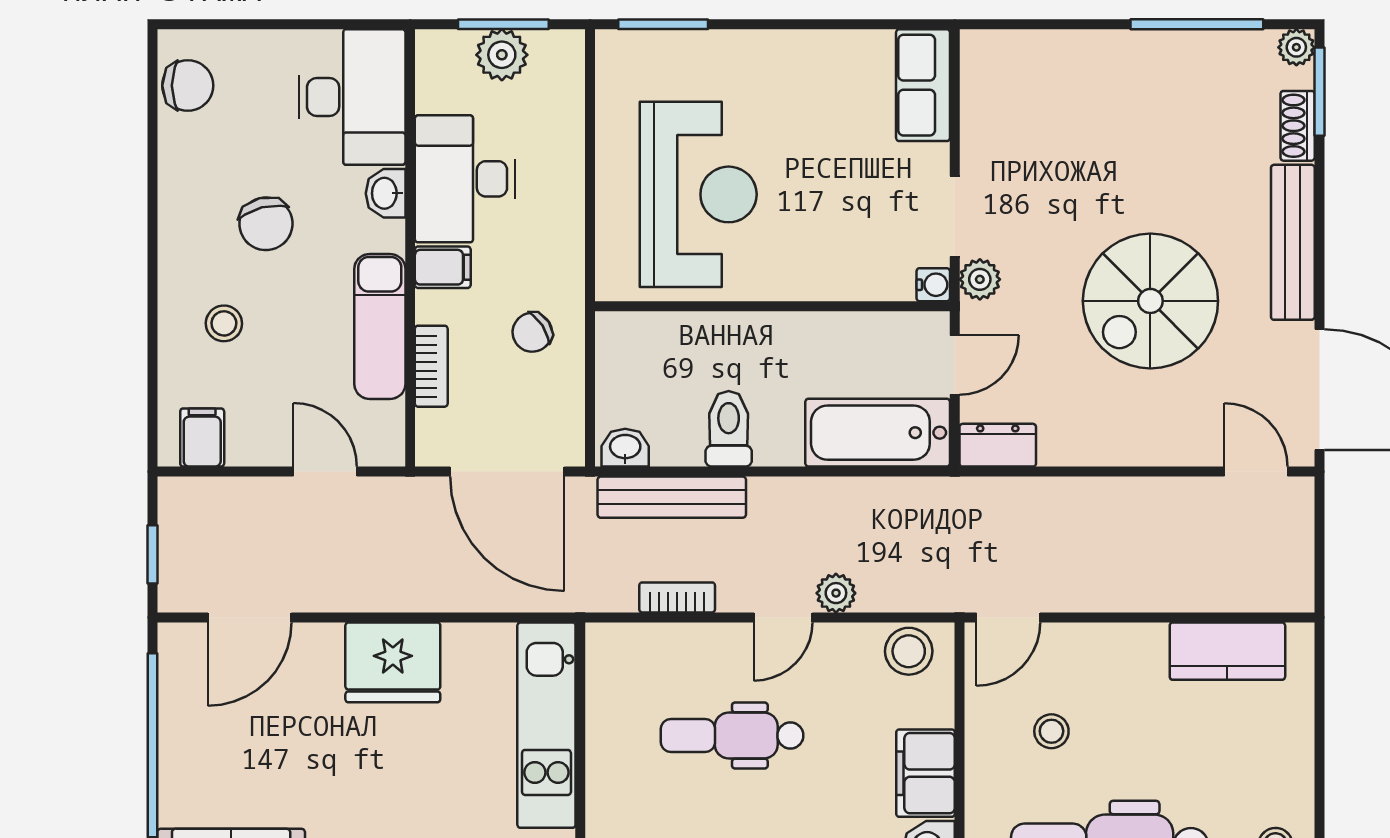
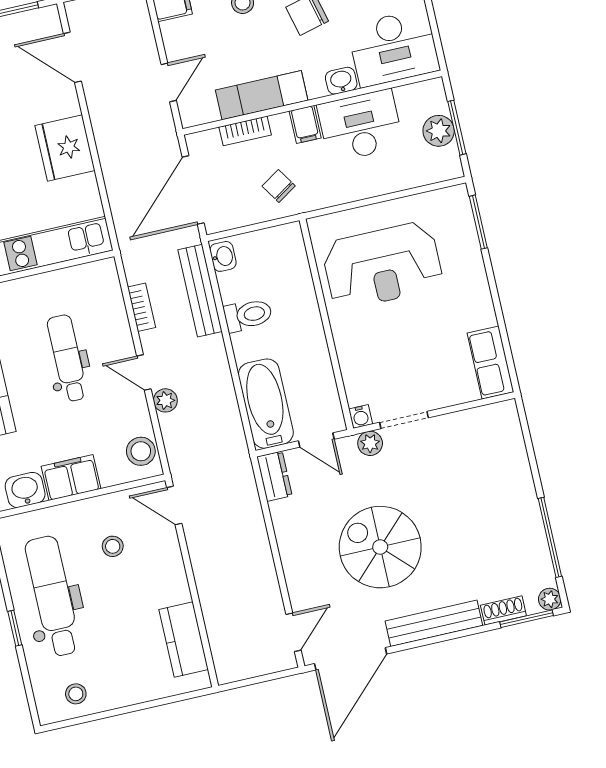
row of seats: (923, 85) -> (491, 363), moved, turned -90

